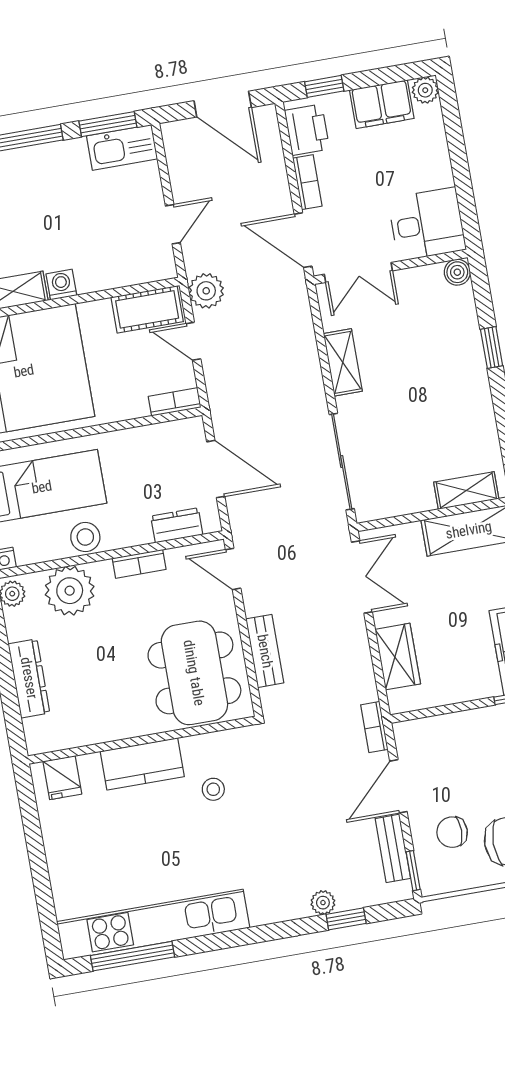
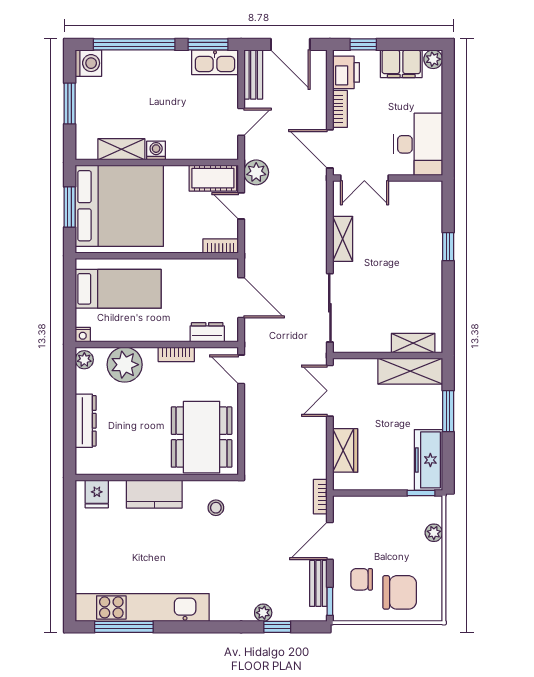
desk: (427, 224) -> (418, 144), width x1.37
boiler: (457, 272) -> (433, 190), removed
stool: (85, 537) -> (142, 329), removed
double door: (362, 577) -> (330, 391), swing flipped
bench: (265, 651) -> (253, 74), moved
stool: (213, 789) -> (216, 508), moved

